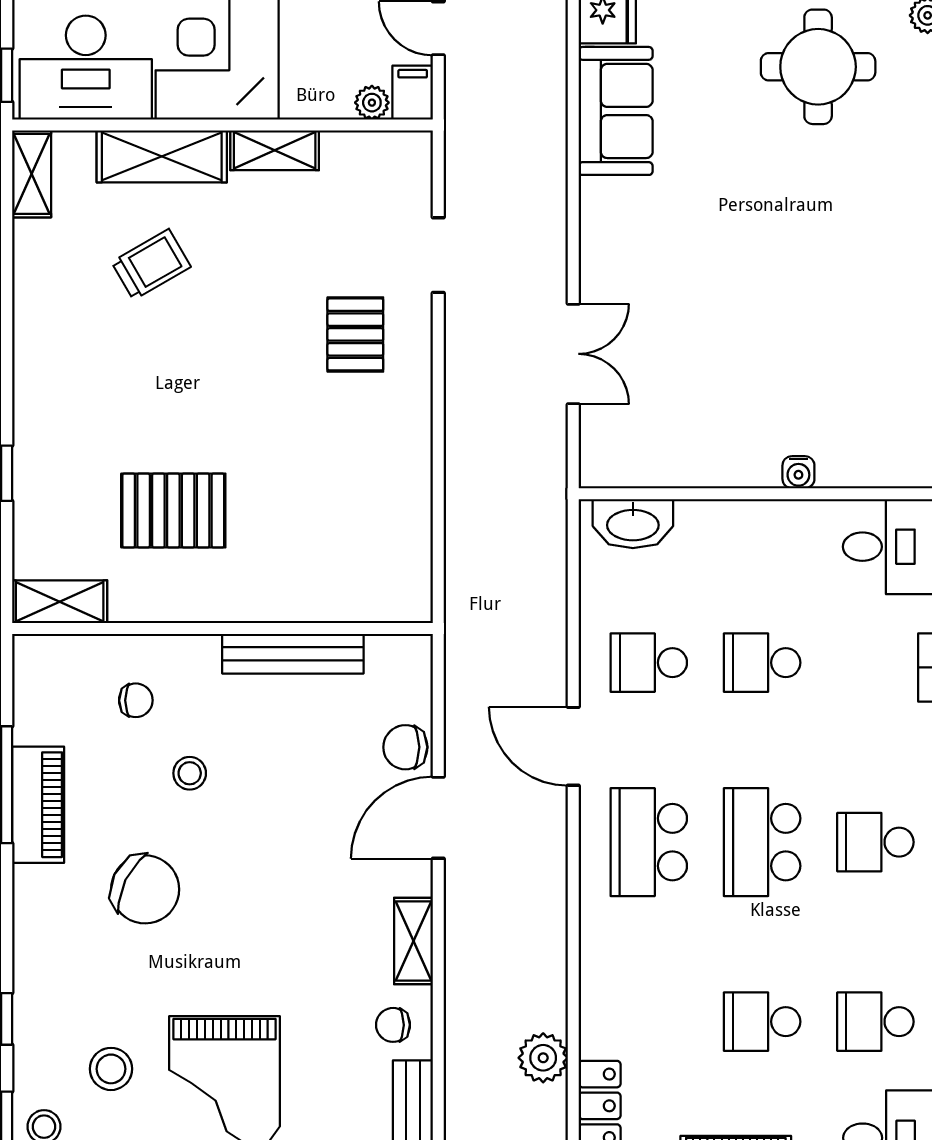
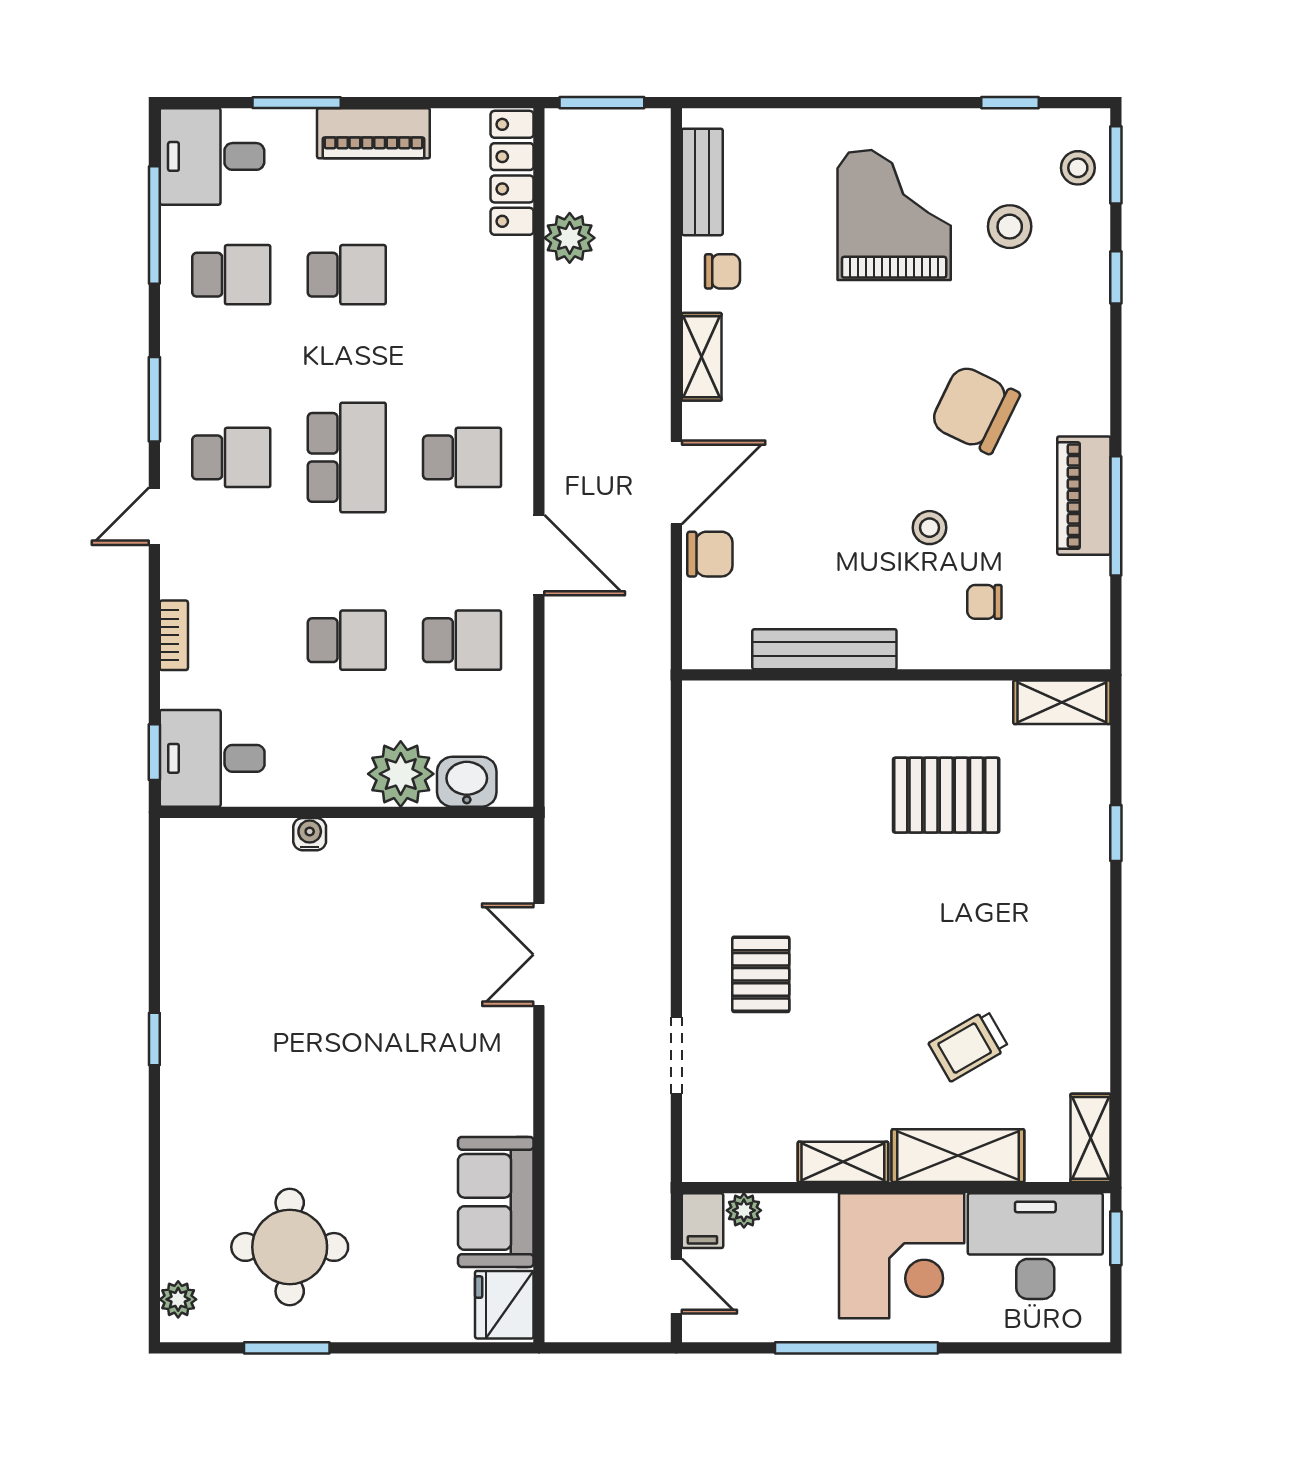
washbasin: (633, 524) -> (467, 782), width x0.72
plant: (709, 531) -> (401, 774), added
school desk: (649, 842) -> (462, 457), width x0.54

